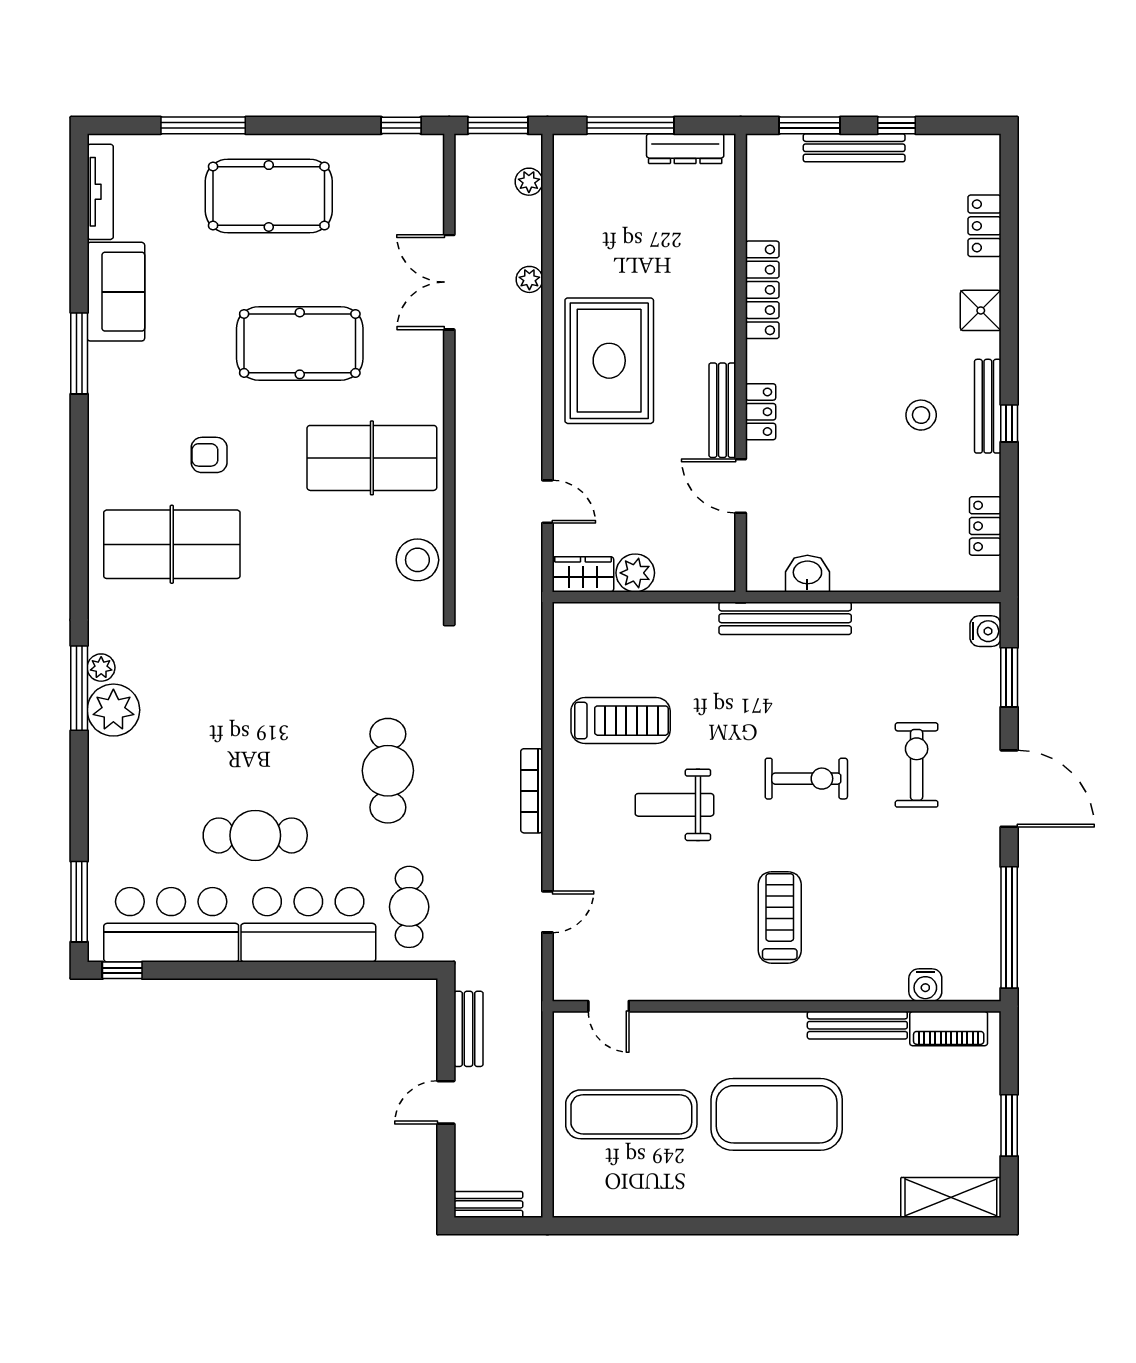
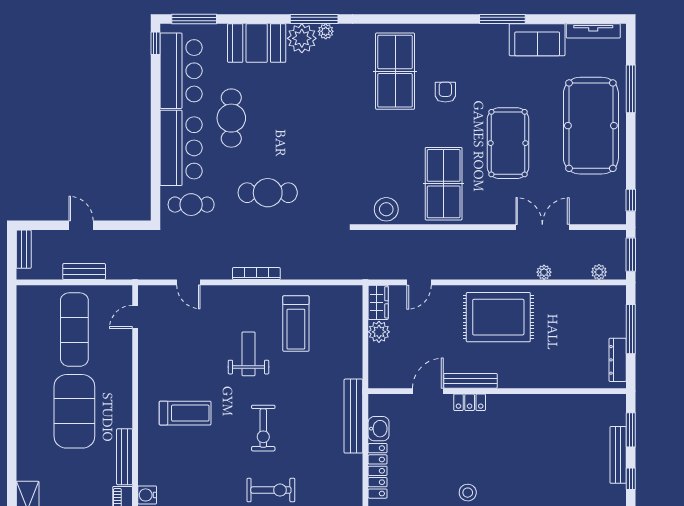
pool table: (269, 196) -> (591, 126), width x1.36, depth x1.32
locker: (762, 290) -> (378, 471), moved, turned -90
booth: (122, 790) -> (257, 43), added
bench: (468, 1029) -> (84, 272), moved

